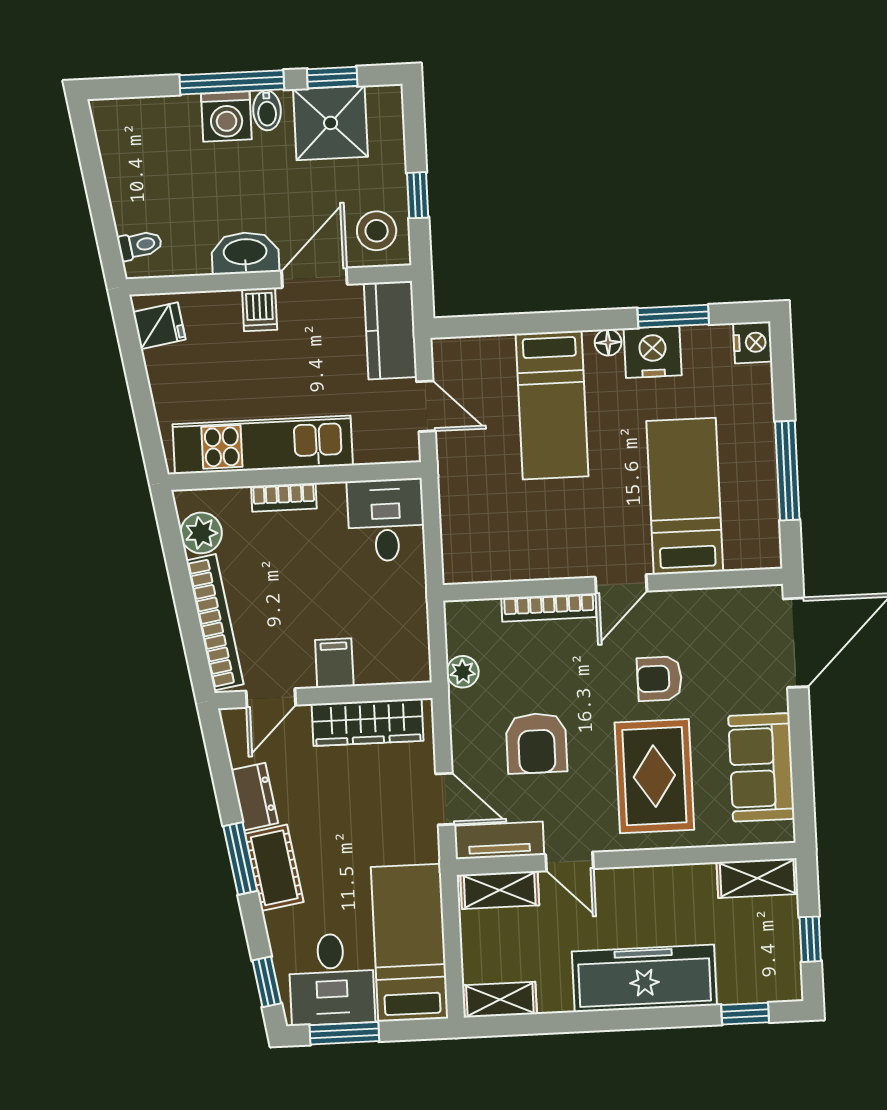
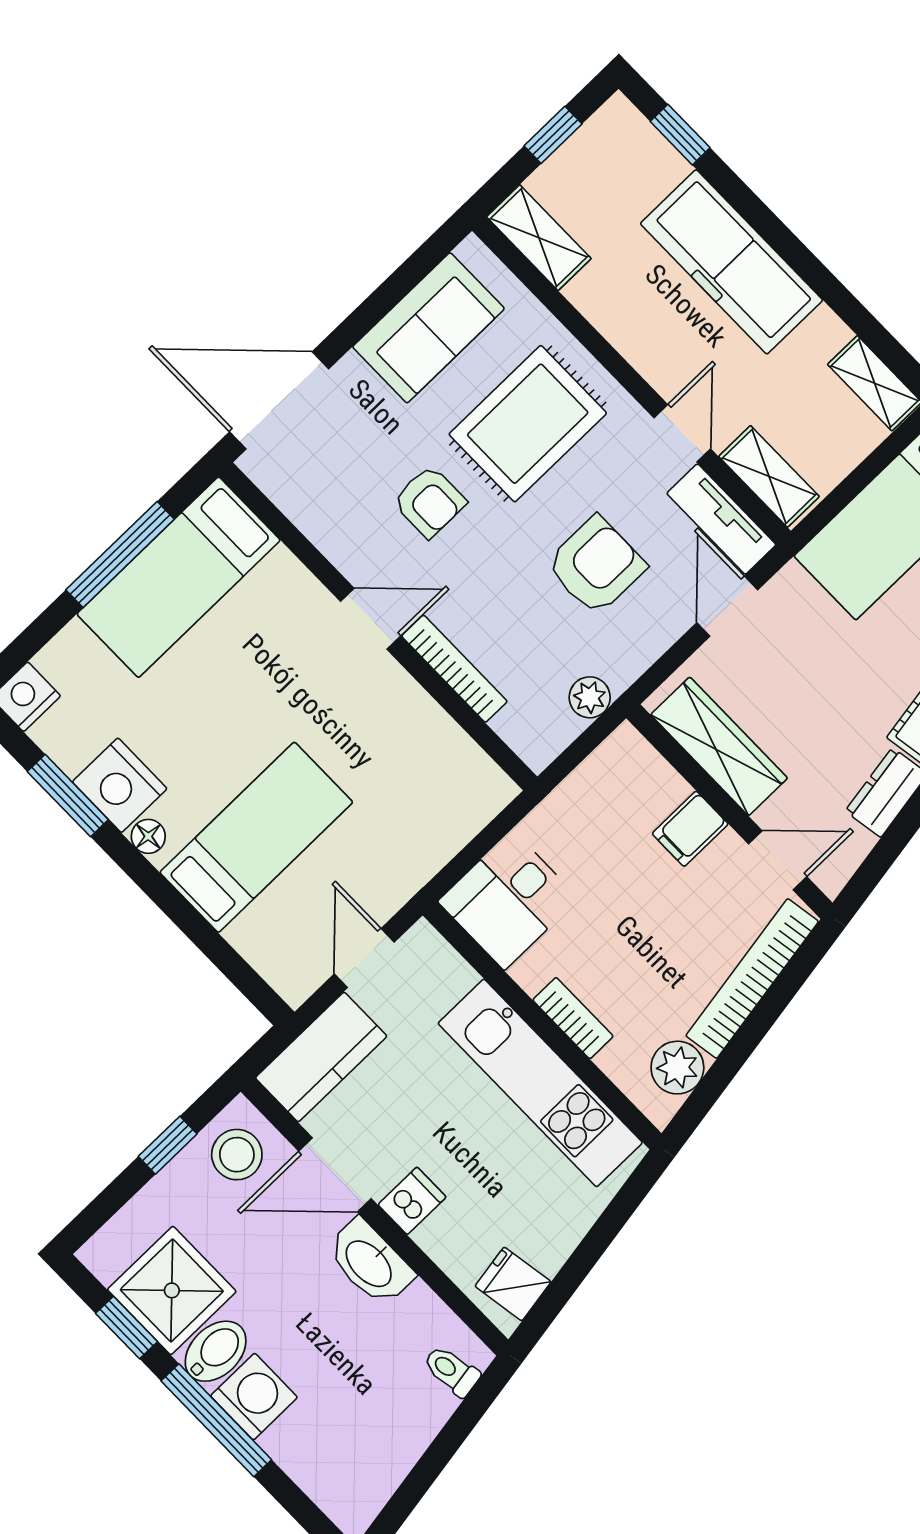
bidet: (267, 110) -> (216, 1351), width x1.38, depth x1.36
bed: (685, 496) -> (179, 577), moved

